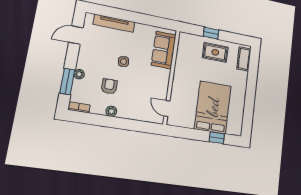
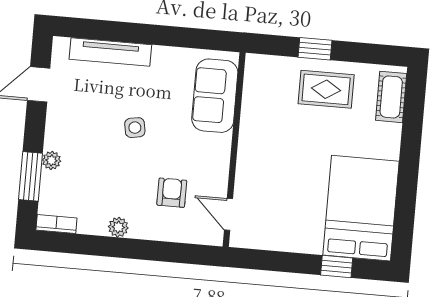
armchair: (109, 86) -> (172, 193), moved
bed: (213, 107) -> (361, 208), moved

